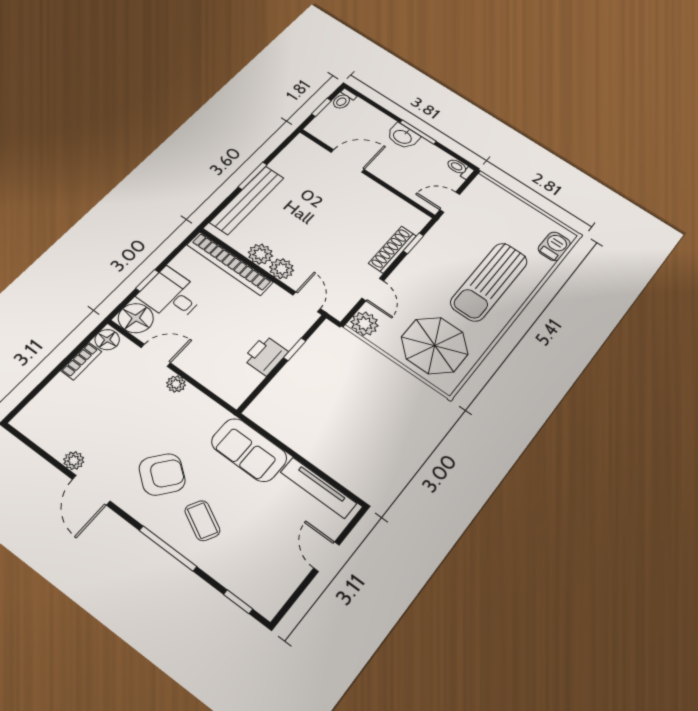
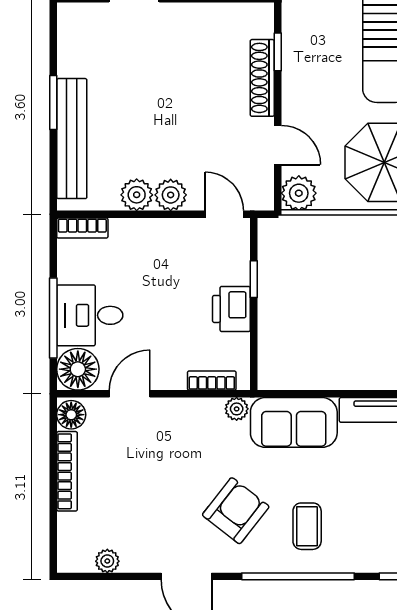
bookcase: (230, 263) -> (82, 228), width x0.43, depth x0.76
window: (147, 280) -> (53, 318), width x2.17
bookcase: (81, 361) -> (67, 471), width x1.56
plant: (176, 384) -> (237, 409), moved
bookcase: (216, 386) -> (212, 381), added
plant: (74, 461) -> (107, 561), moved
coffee table: (202, 521) -> (307, 526), turned 62
window: (168, 548) -> (298, 576), width x1.46

